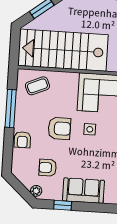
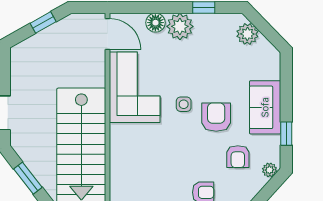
coffee table: (37, 86) -> (131, 177), removed
armchair: (59, 128) -> (216, 117), moved

